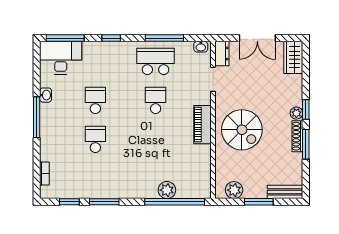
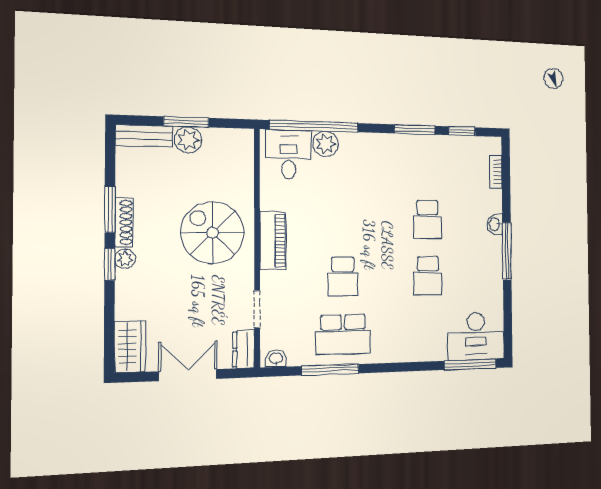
window: (111, 38) -> (407, 367), removed
washbasin: (46, 95) -> (495, 224), moved
desk: (192, 182) -> (289, 154), added
plant: (234, 190) -> (188, 140), moved

